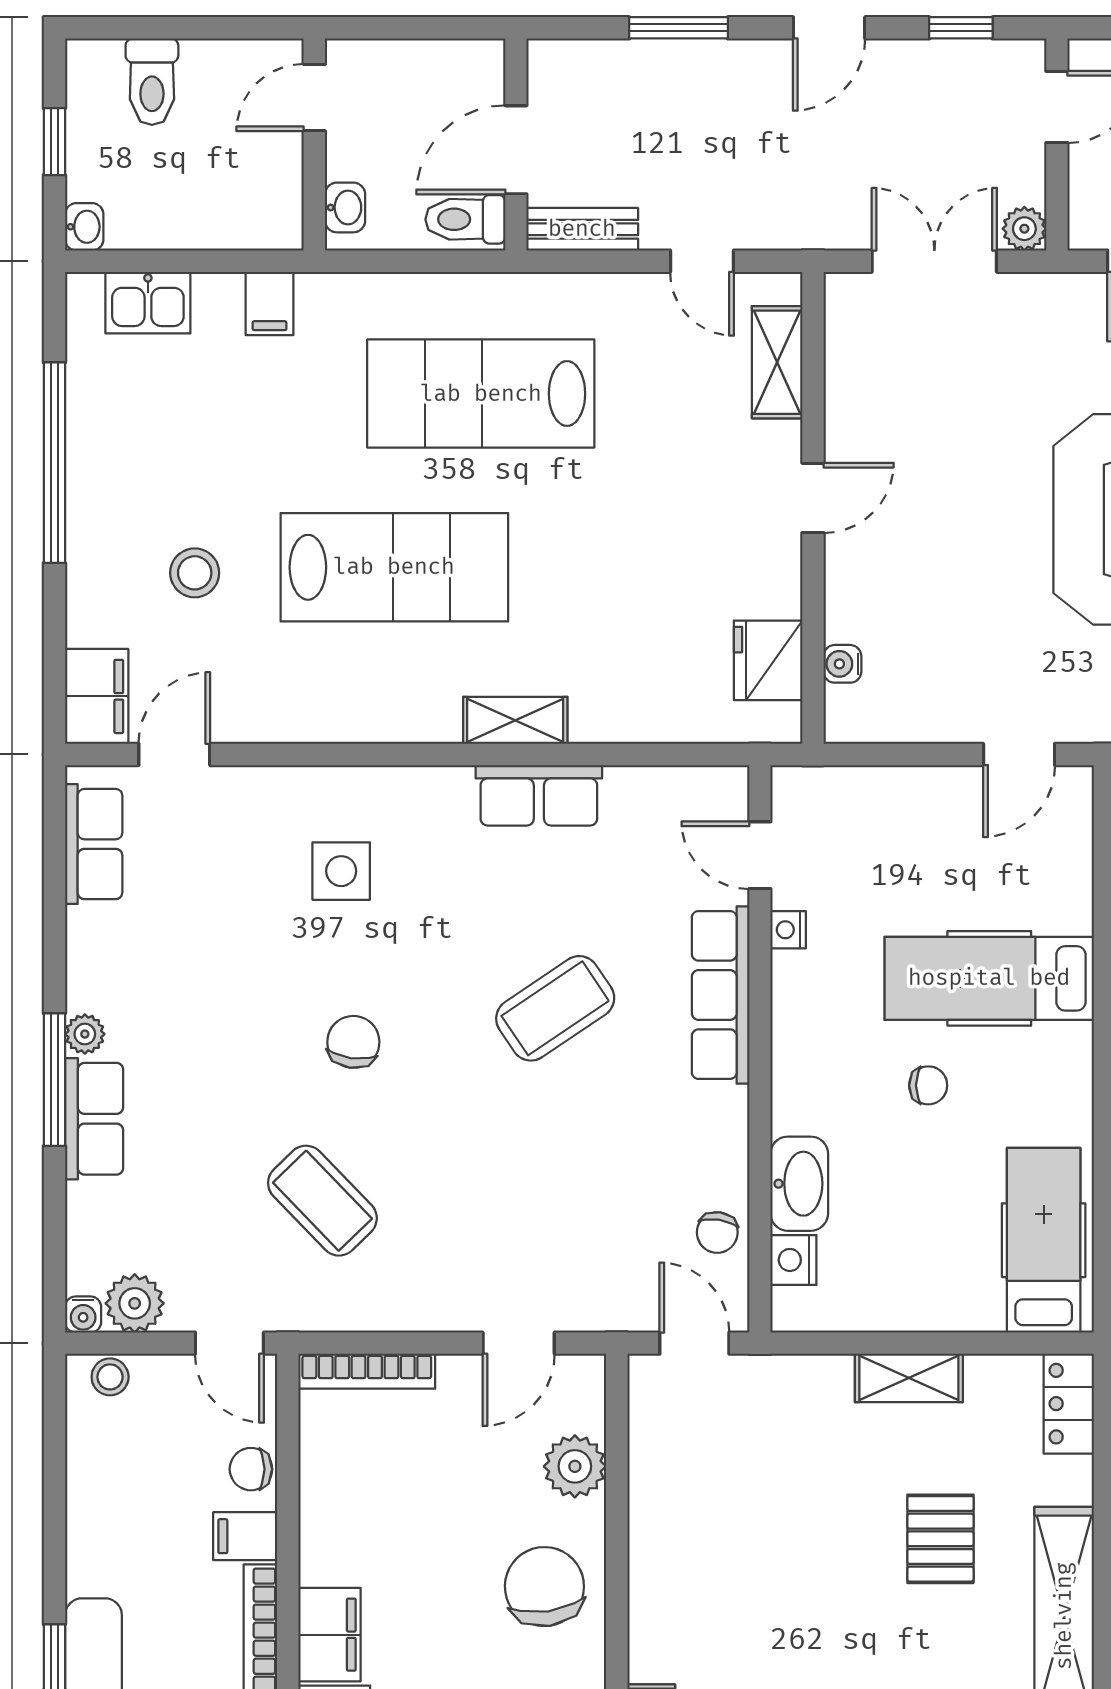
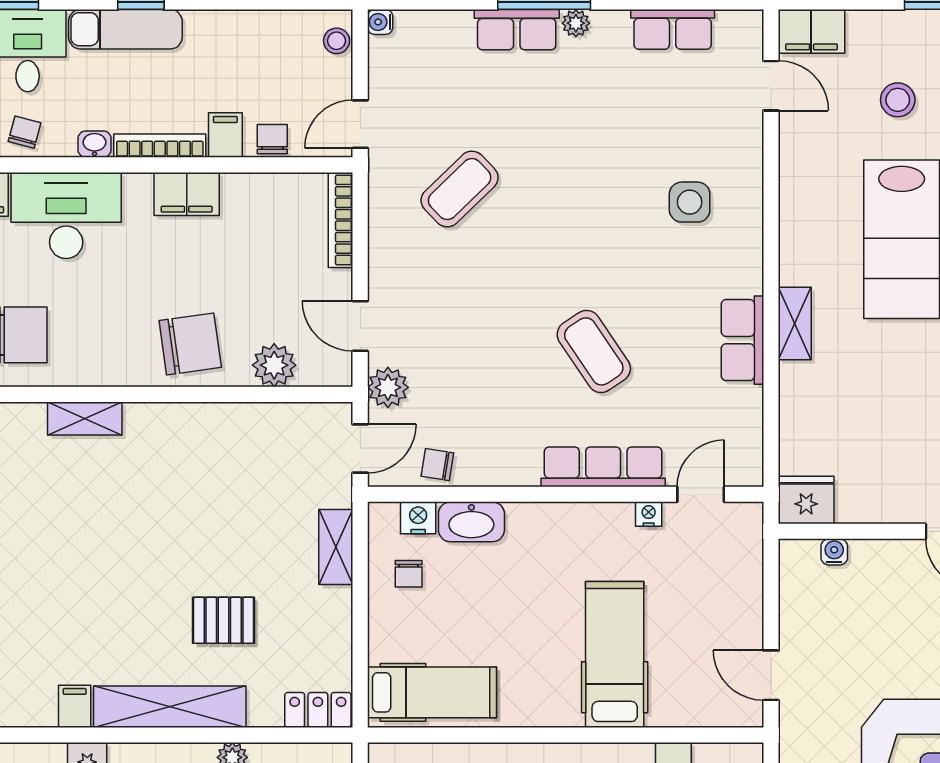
fridge: (768, 660) -> (806, 500), moved
row of seats: (94, 844) -> (673, 29), moved
chair: (353, 1042) -> (570, 211), removed
chair: (928, 1085) -> (409, 574), moved
plant: (135, 1303) -> (388, 387), moved
shelving: (909, 1378) -> (336, 547), moved
filing cabinet: (330, 1635) -> (187, 194), moved

